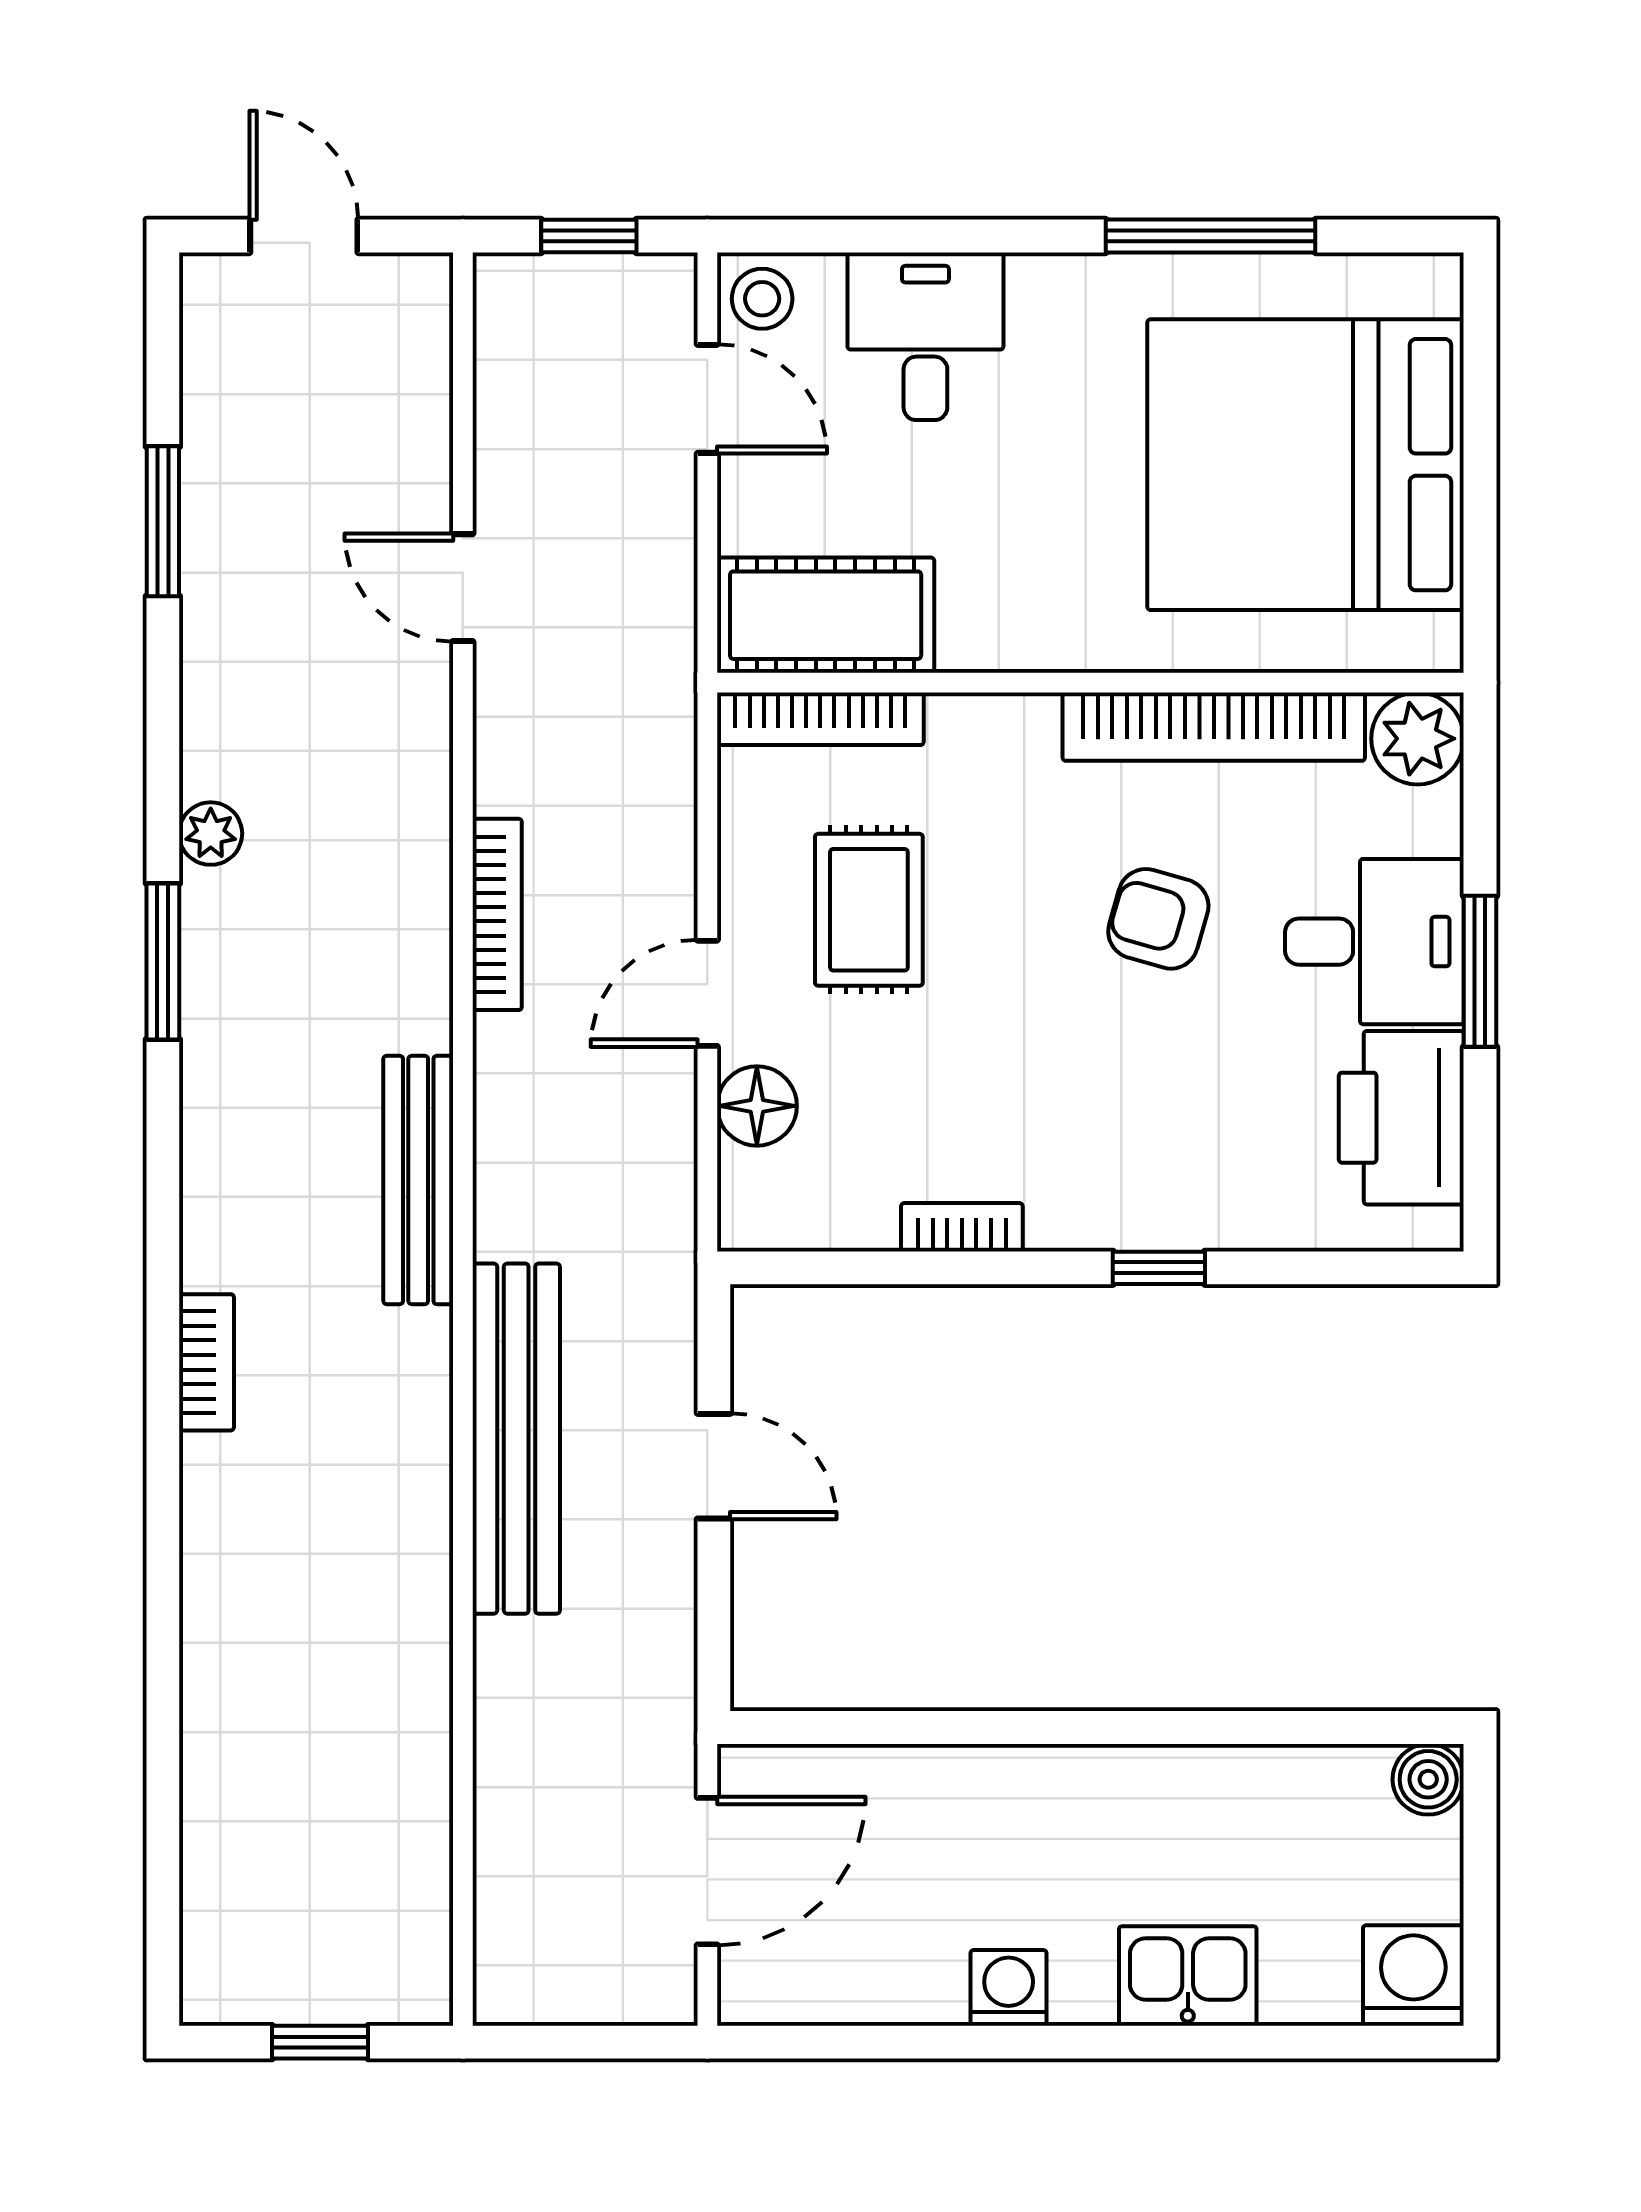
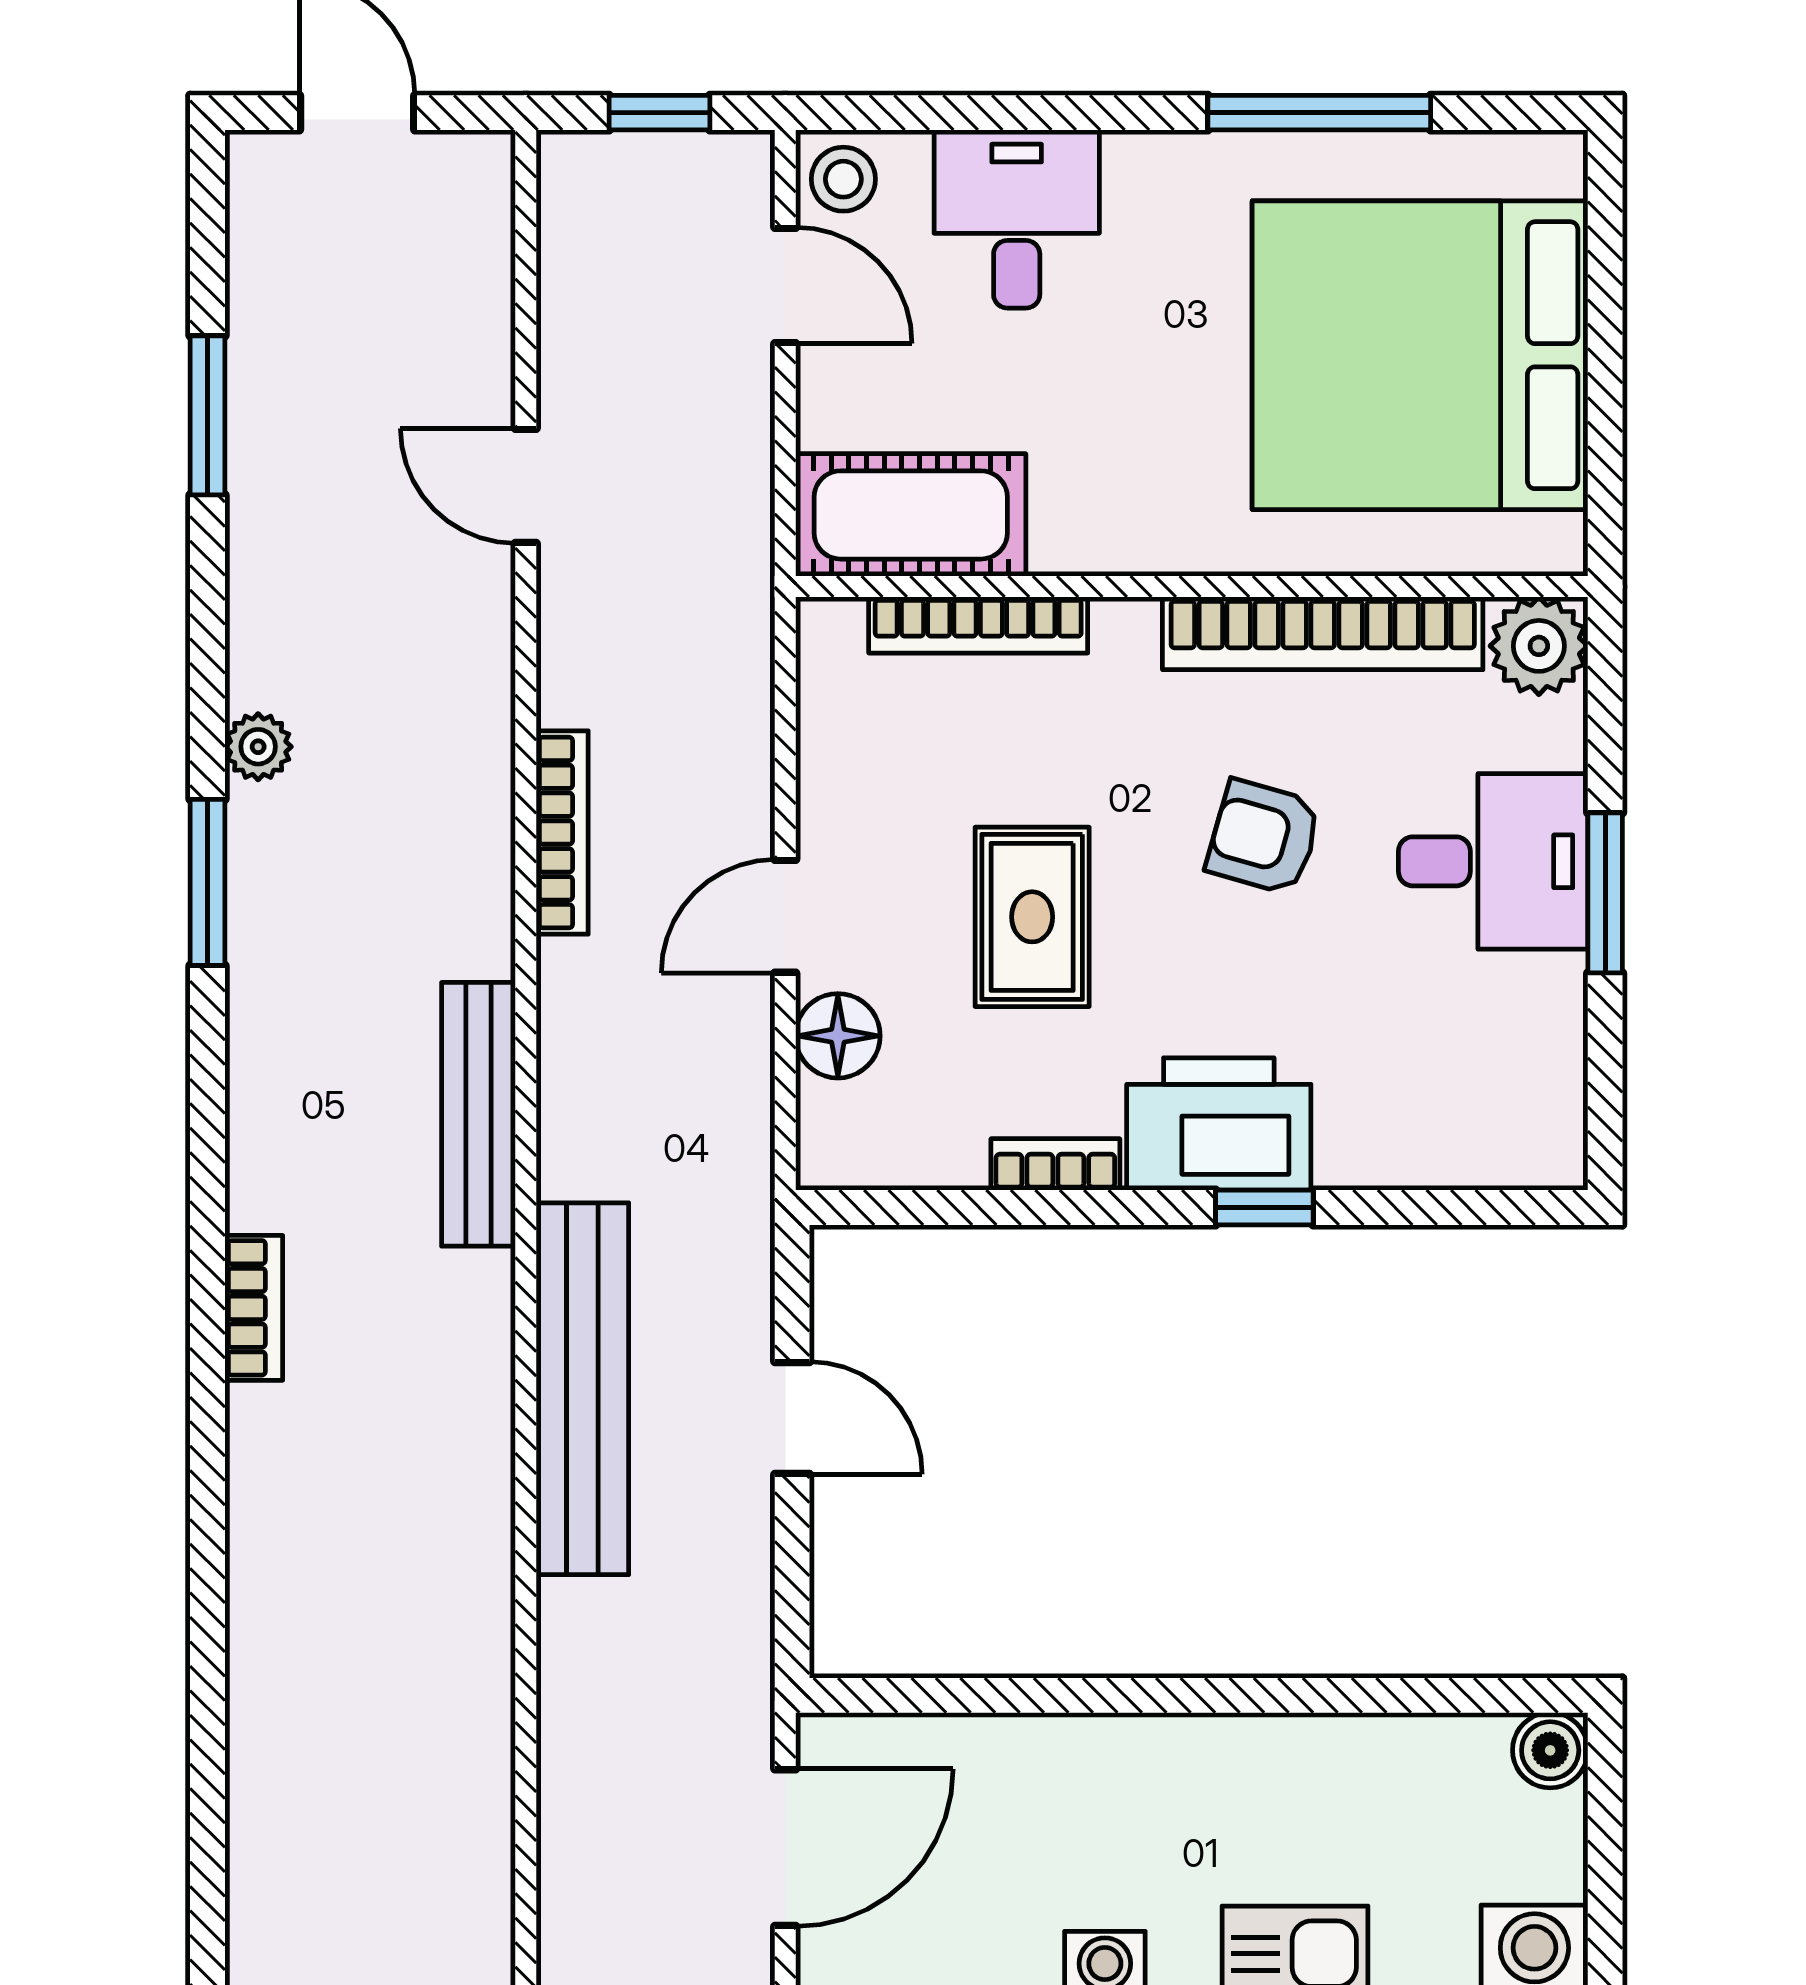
bookcase: (820, 719) -> (978, 625), moved
rug: (869, 910) -> (1032, 917), moved
printer: (1401, 1118) -> (1219, 1124), moved, turned 90

